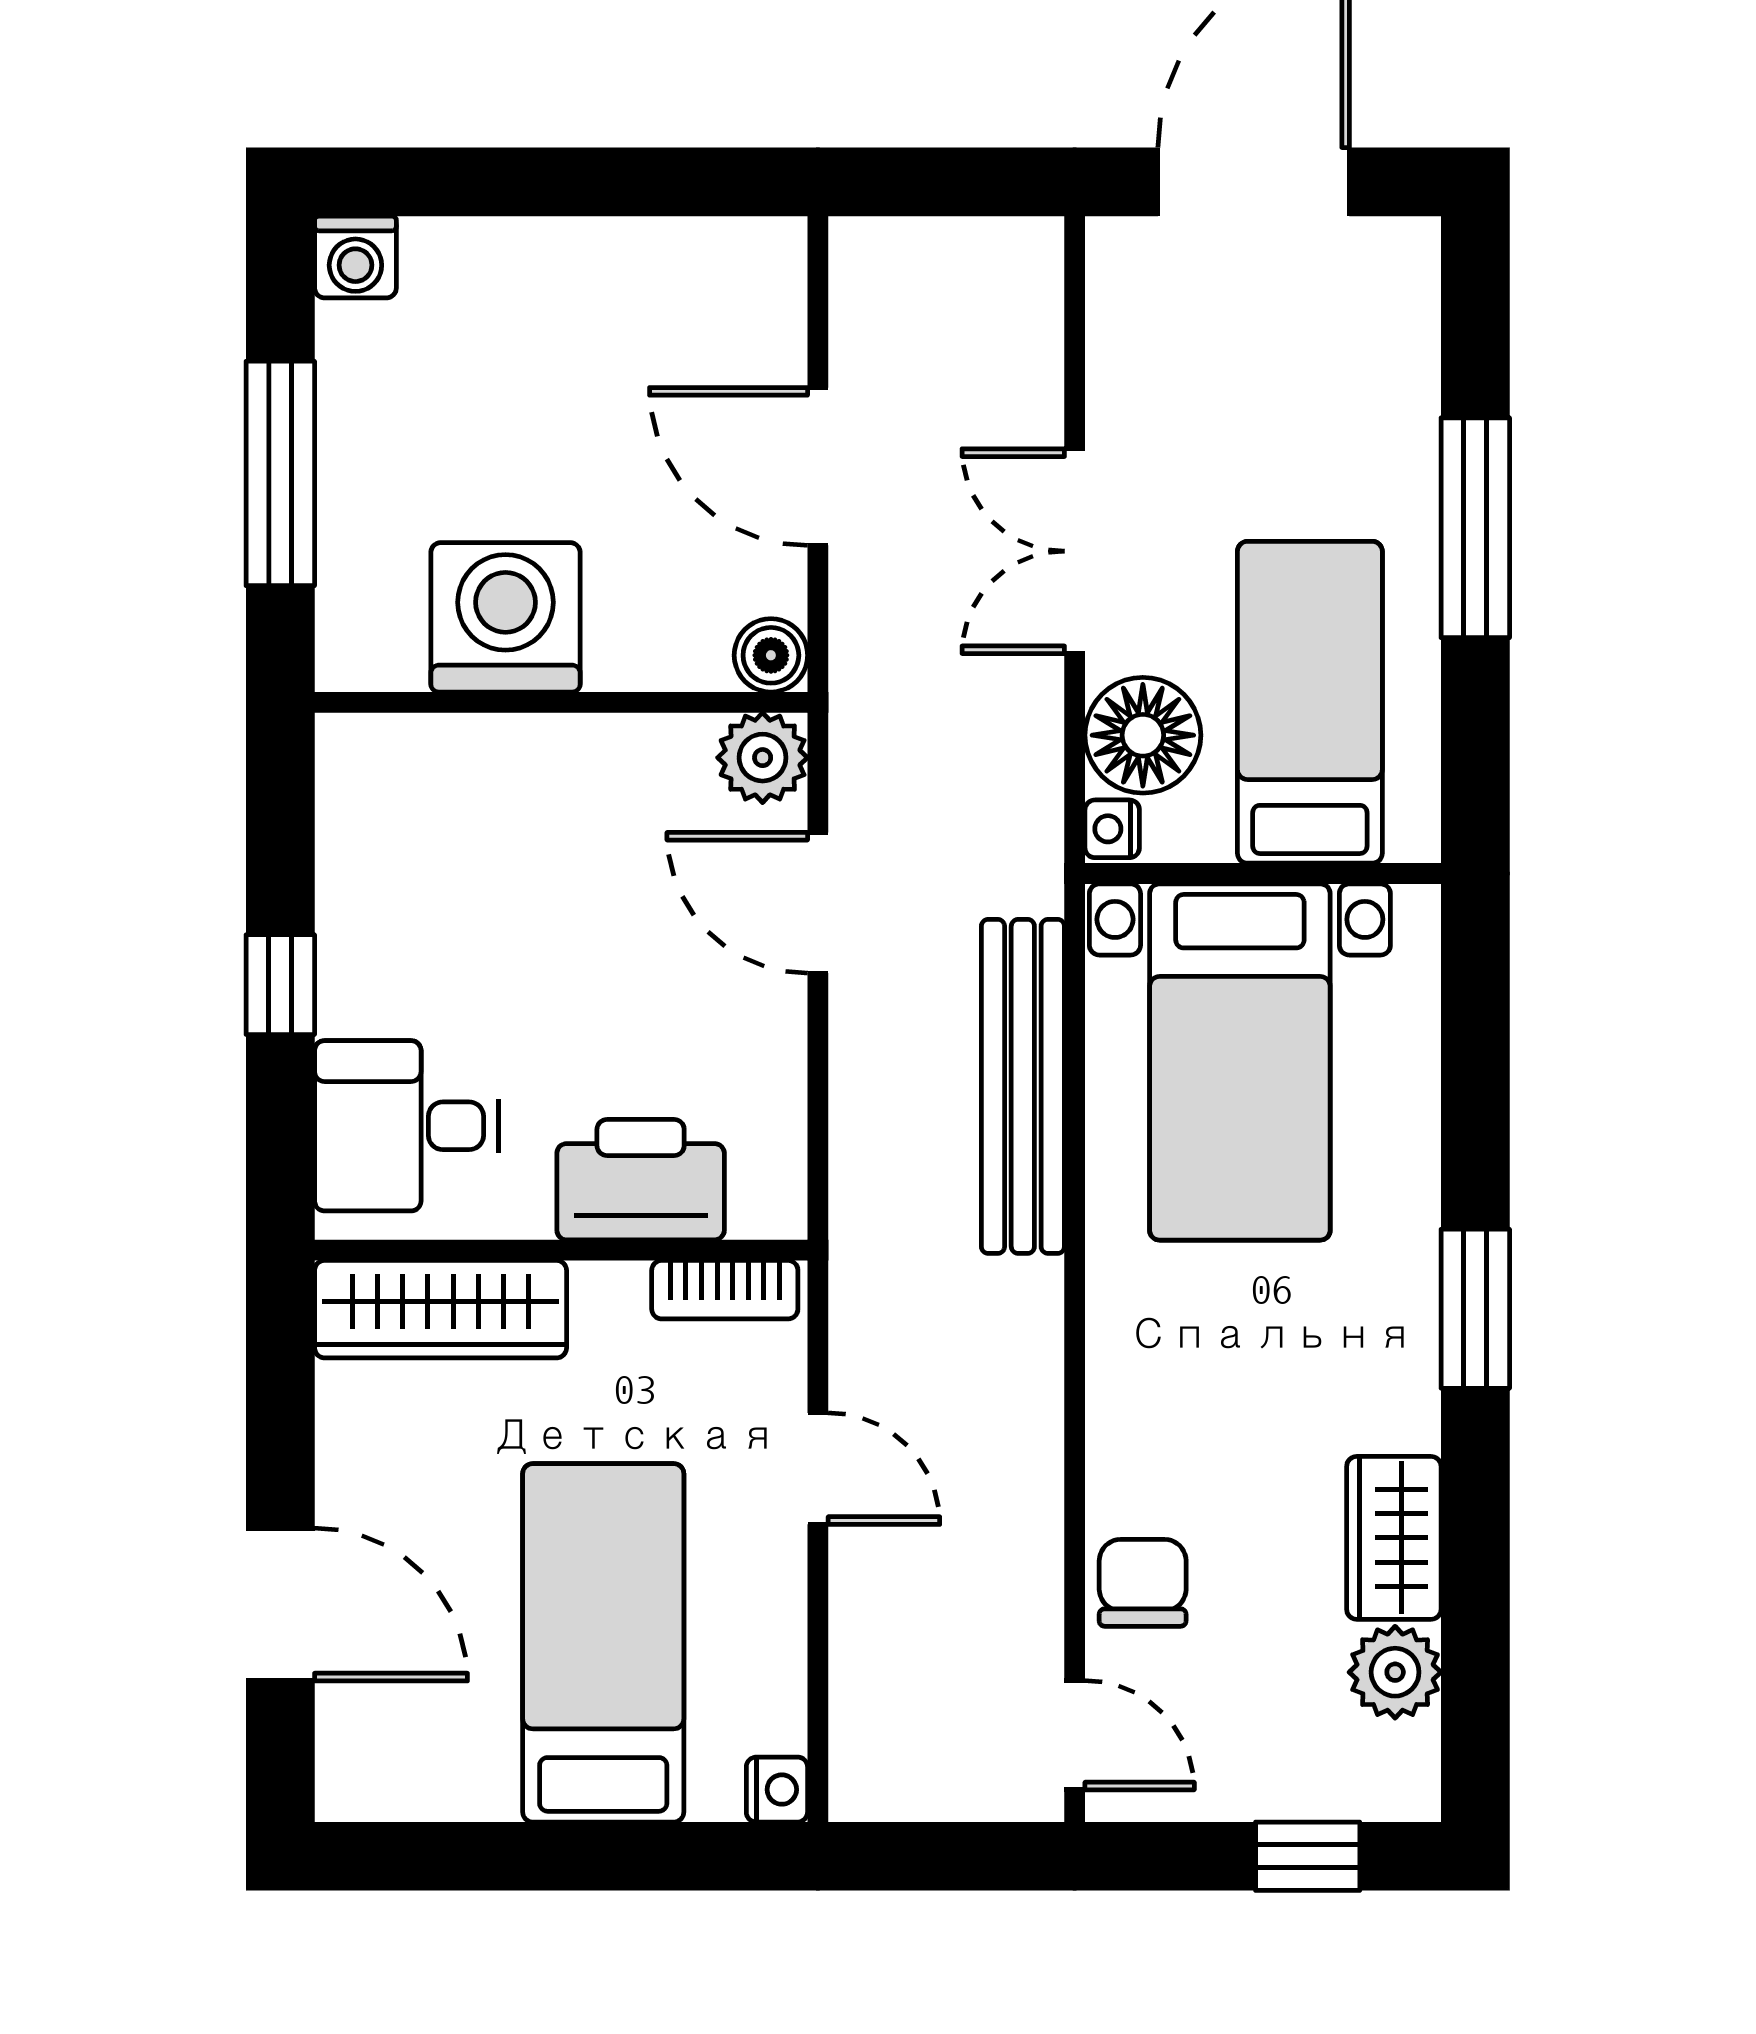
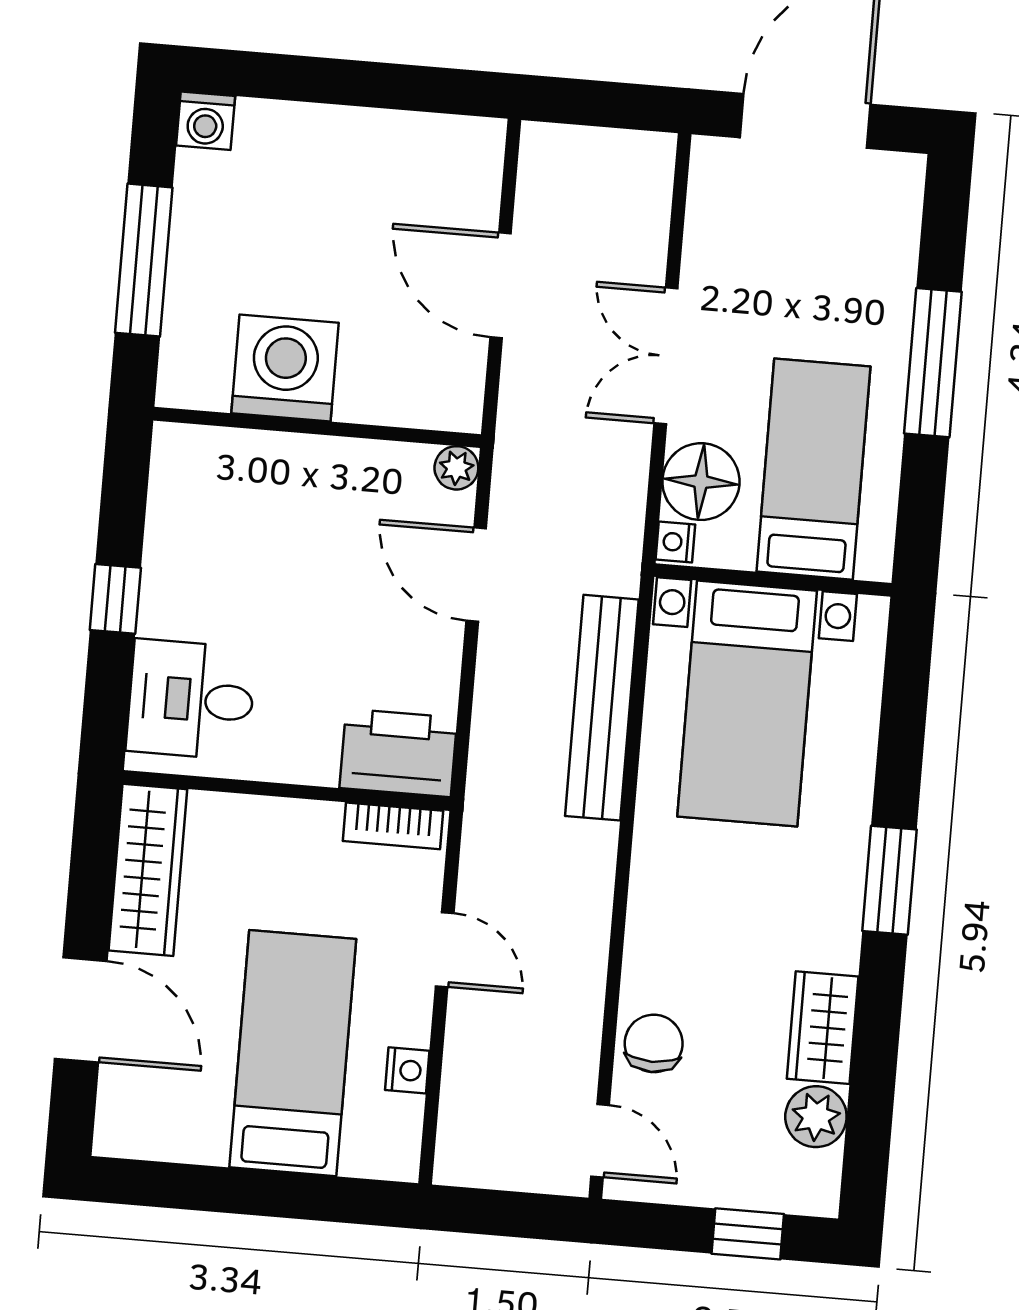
boiler: (771, 655) -> (459, 408), removed
plant: (763, 758) -> (456, 468), width x0.73, depth x0.73
printer: (641, 1180) -> (398, 753), moved
wardrobe: (441, 1309) -> (148, 870), moved, turned -90
nightstand: (777, 1790) -> (407, 1070), moved

